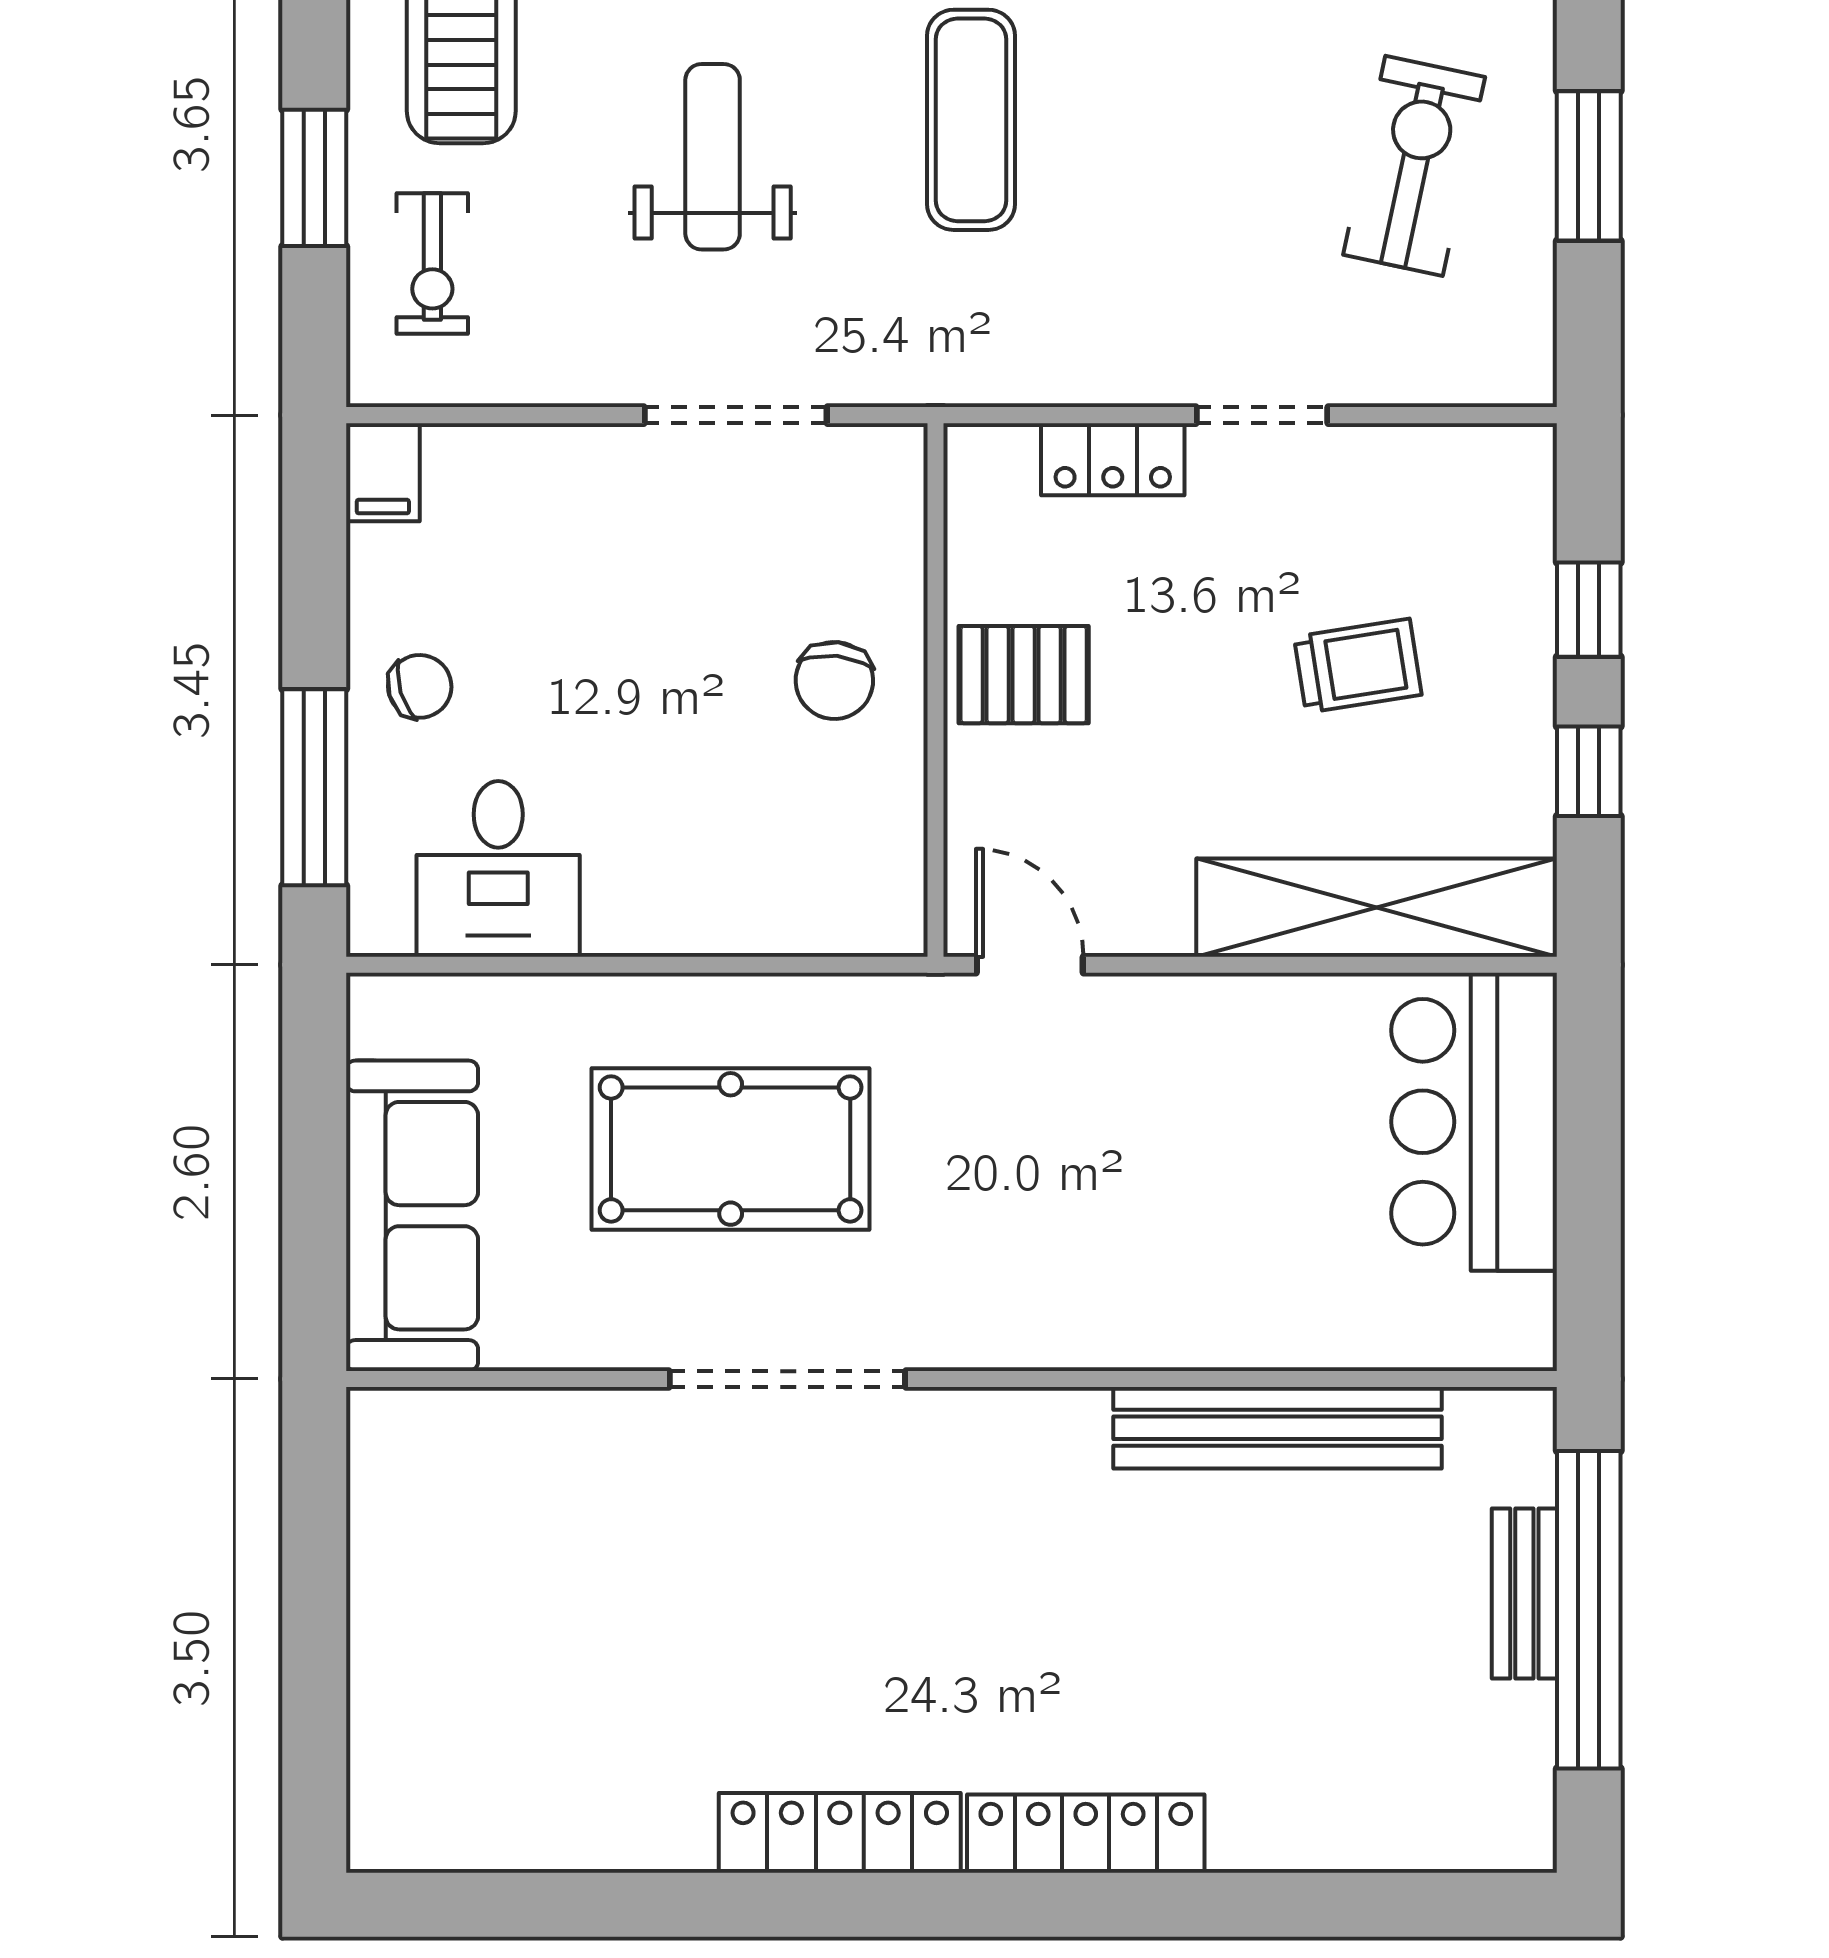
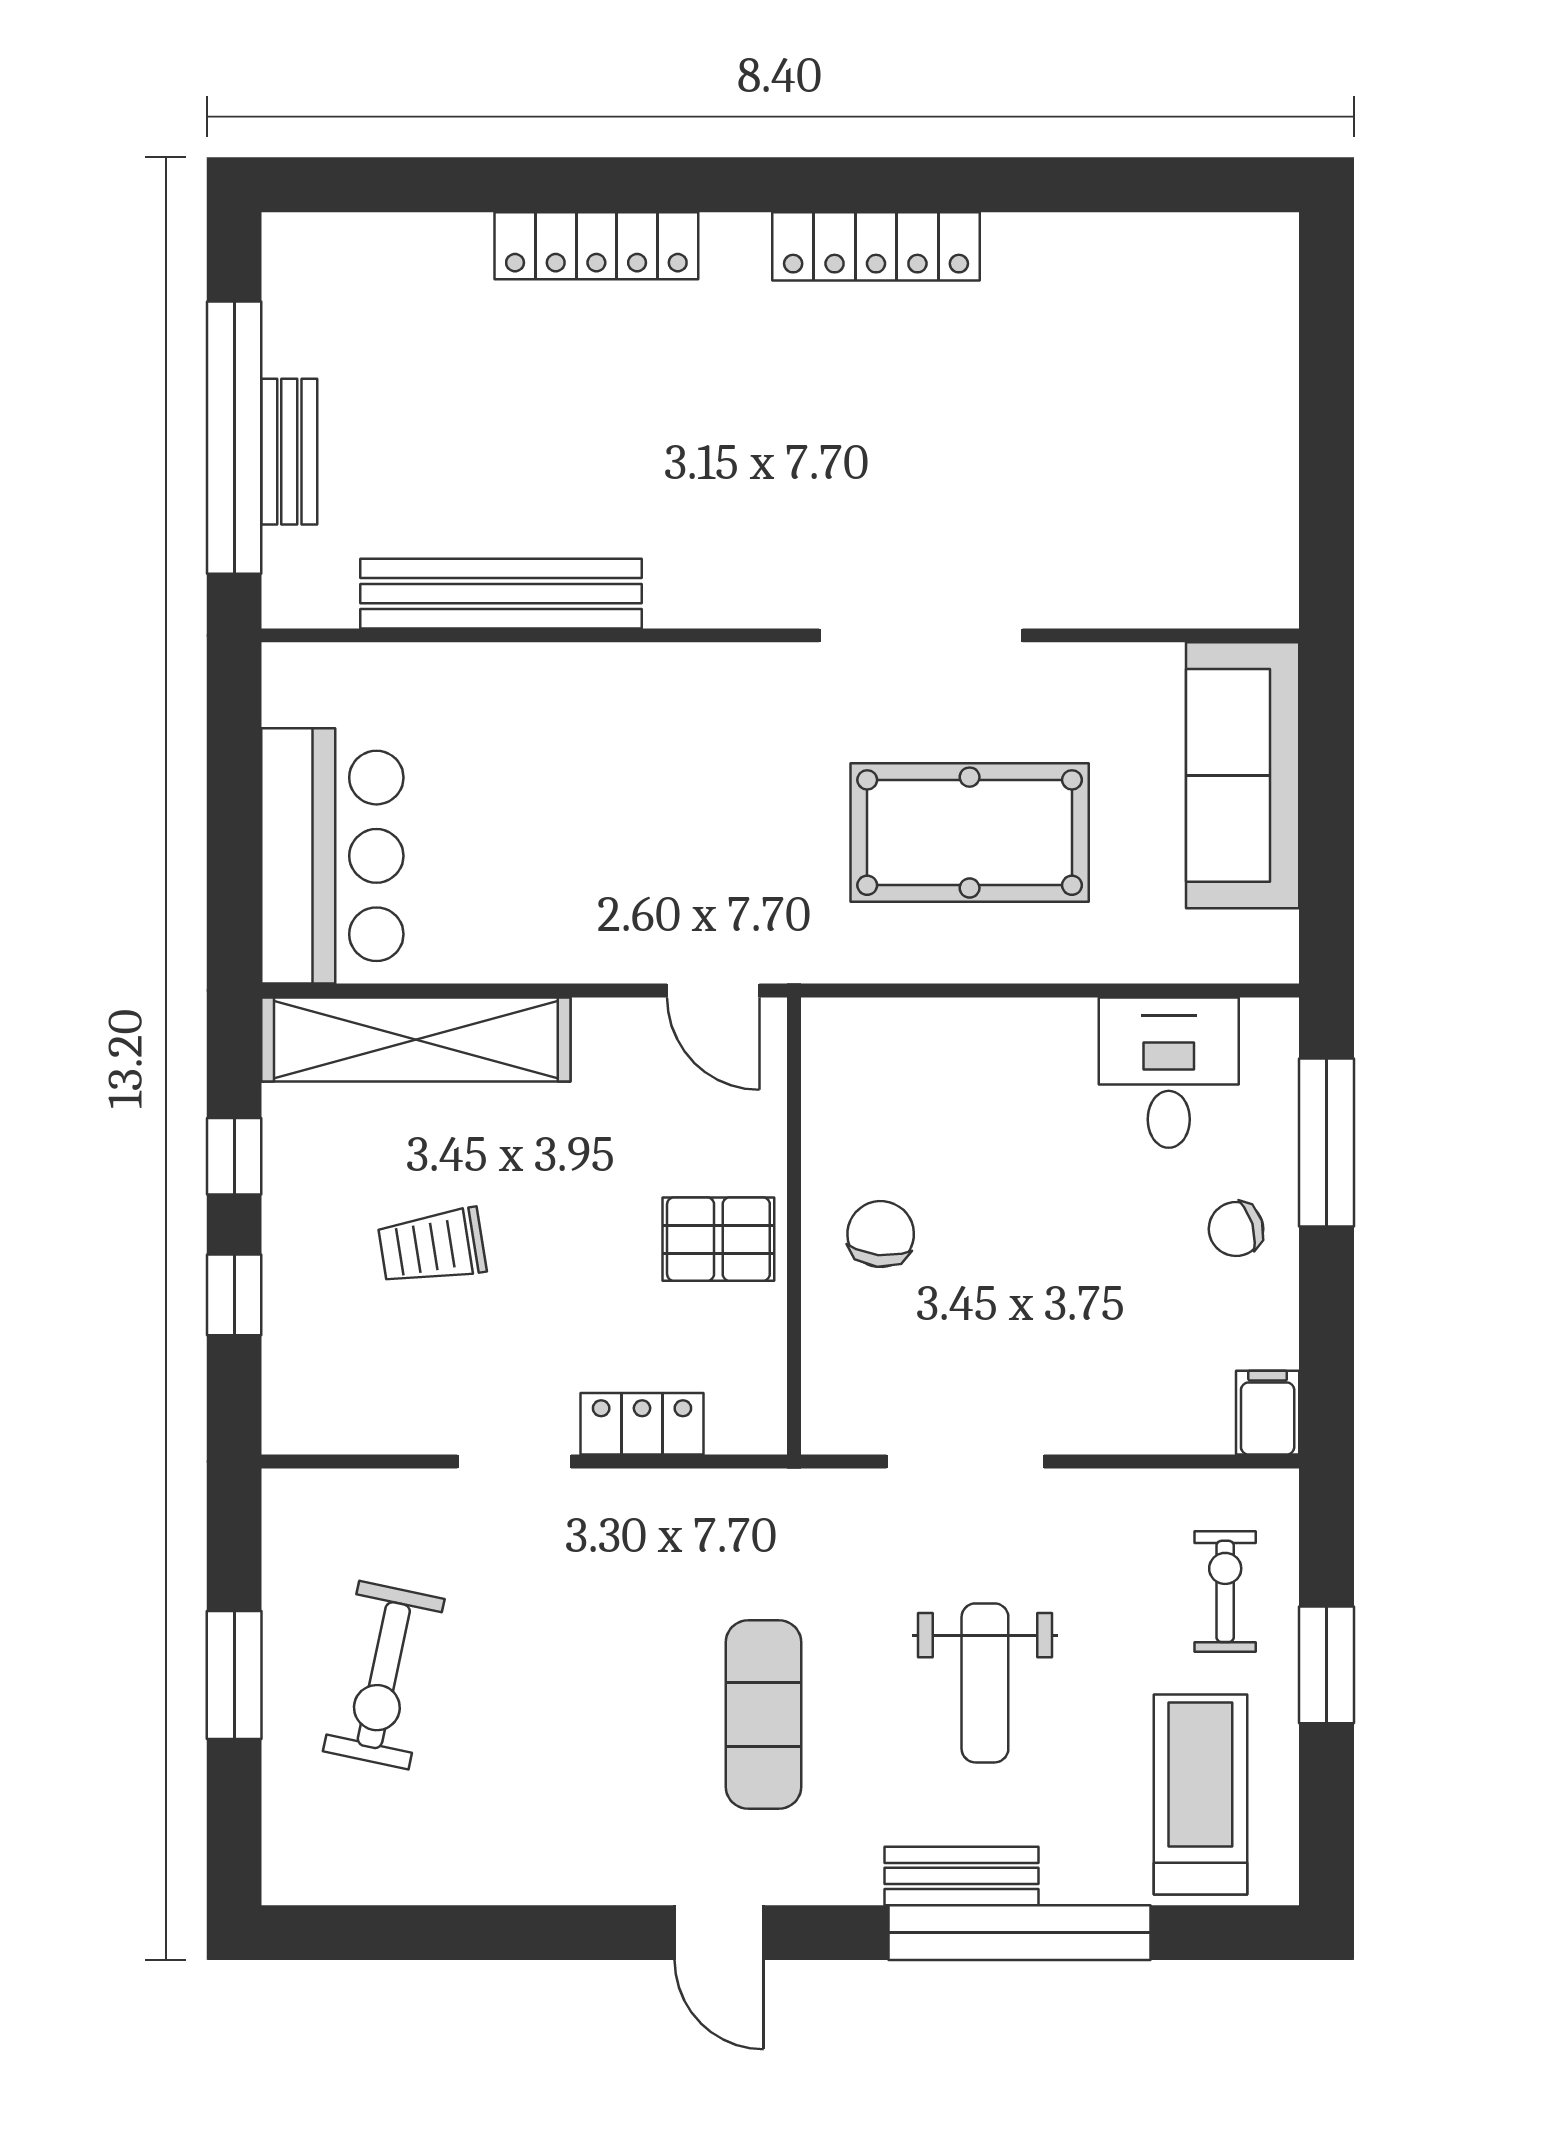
locker: (1086, 1834) -> (596, 246), moved

